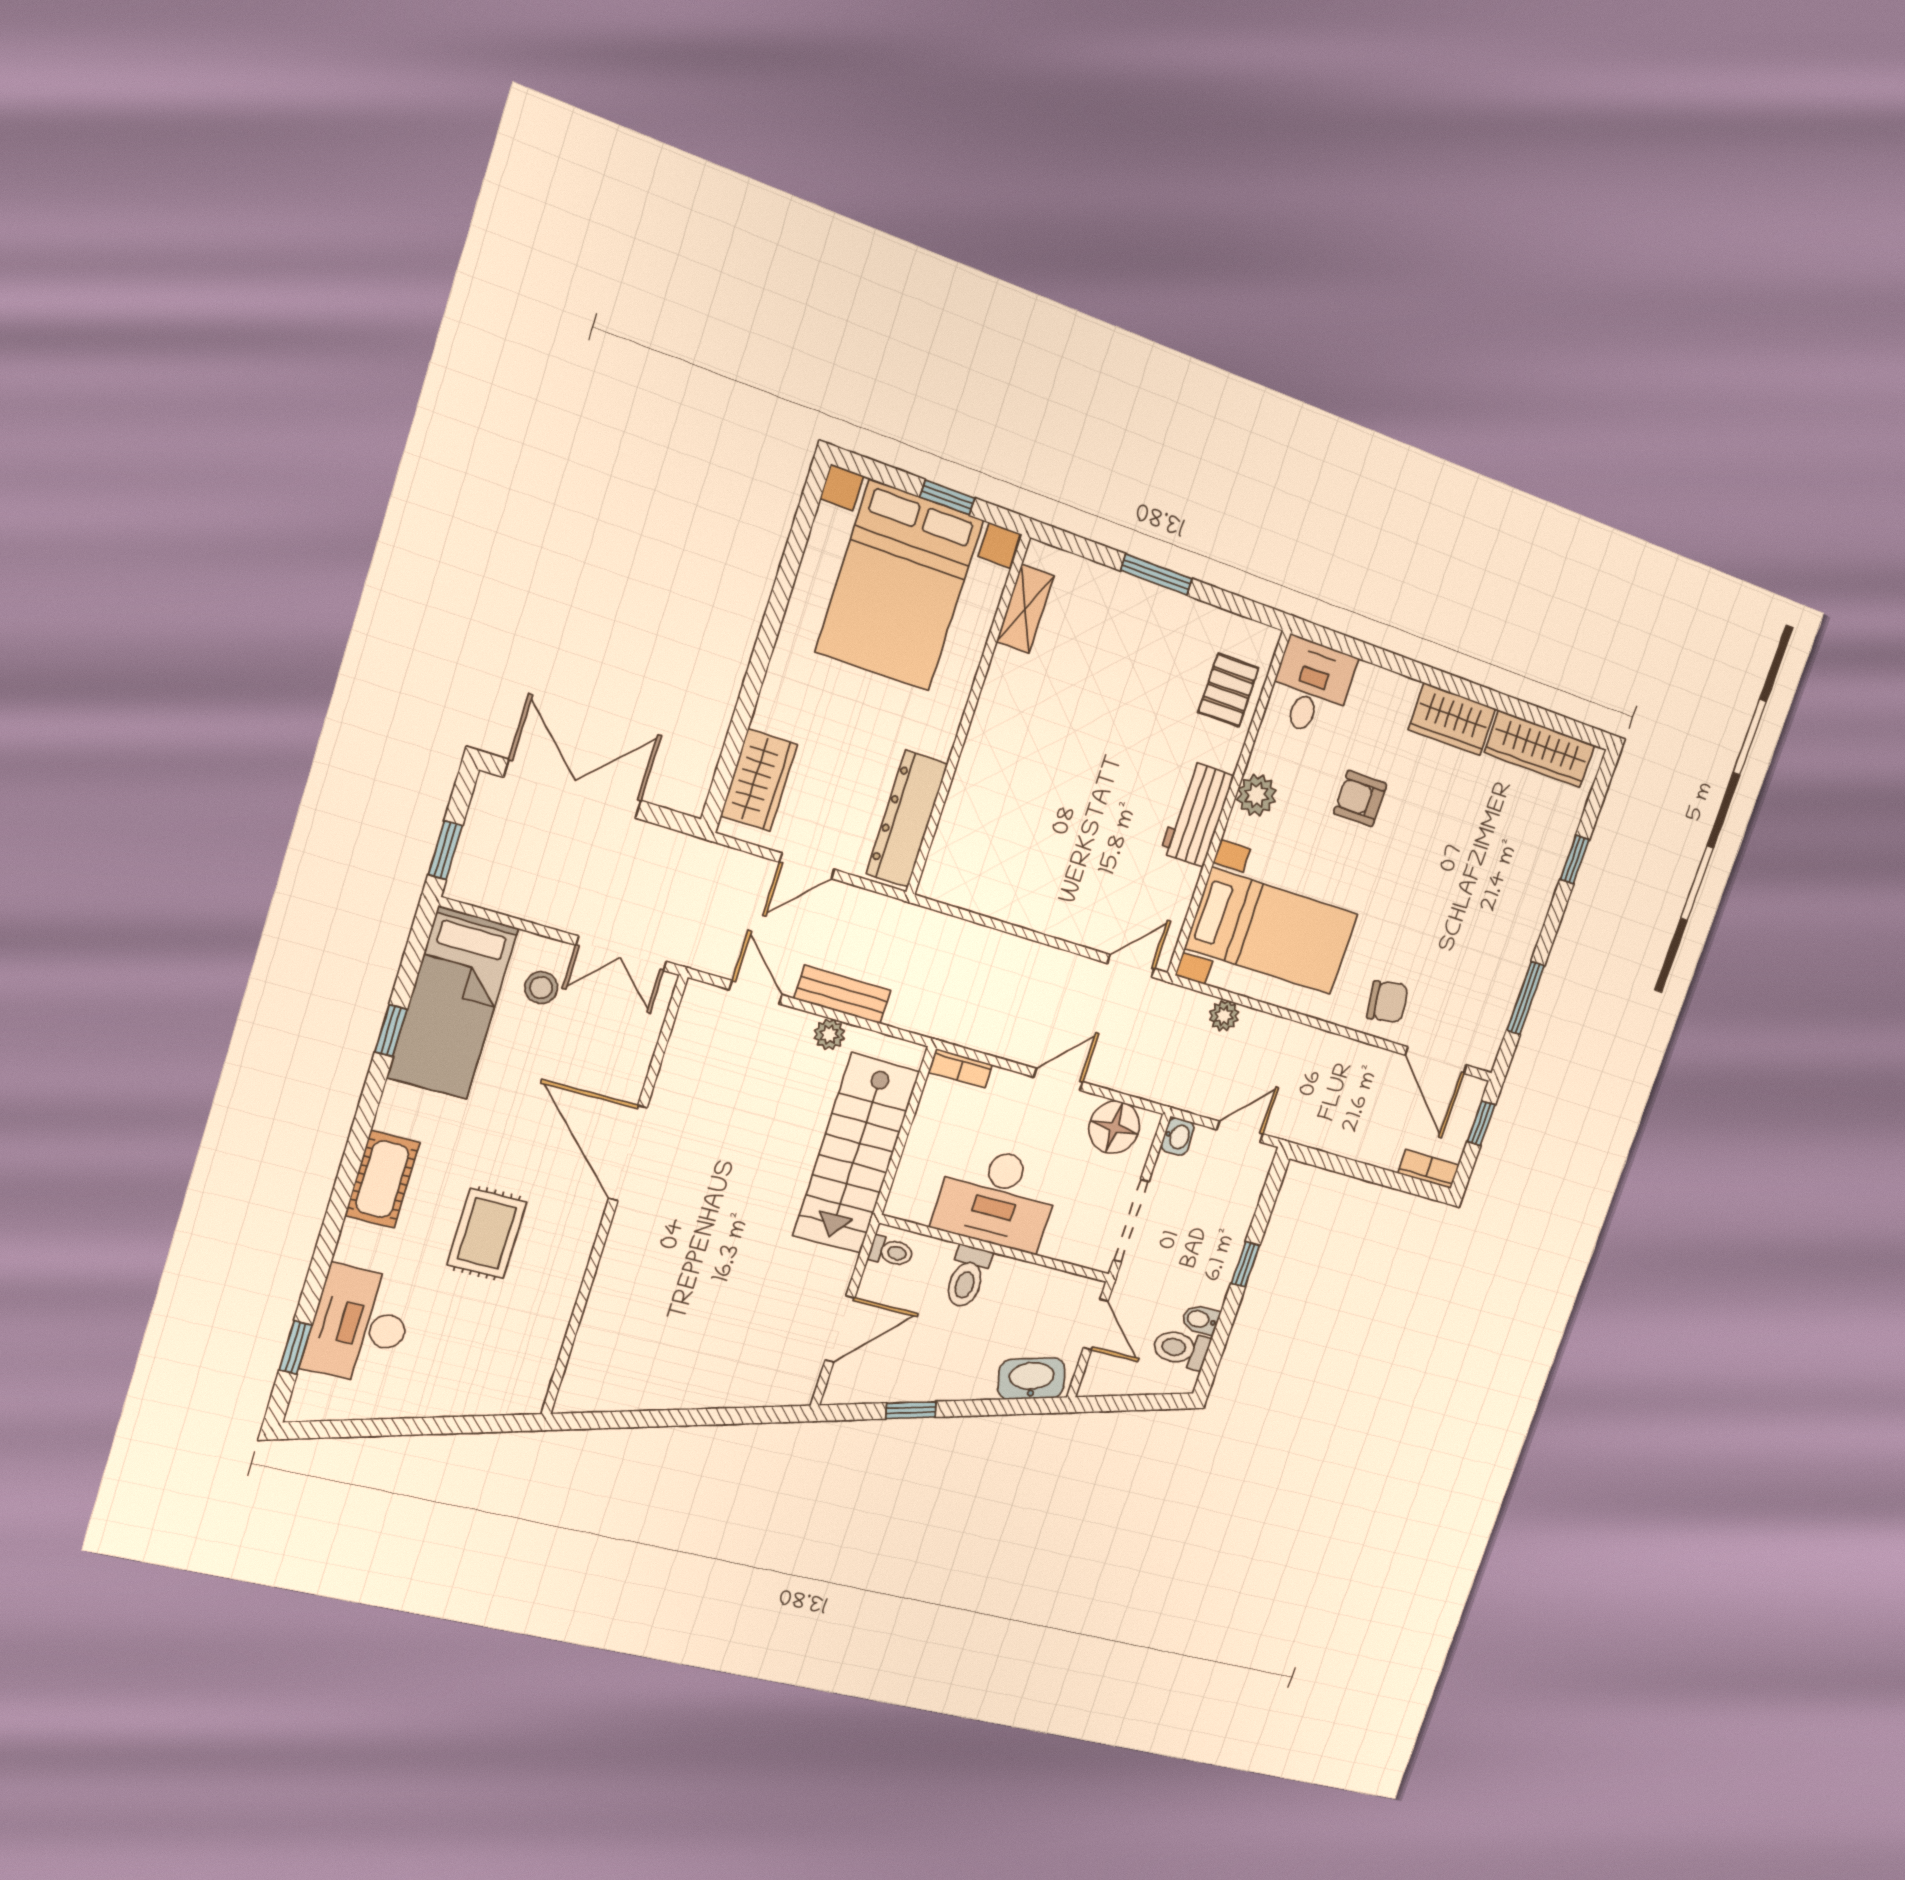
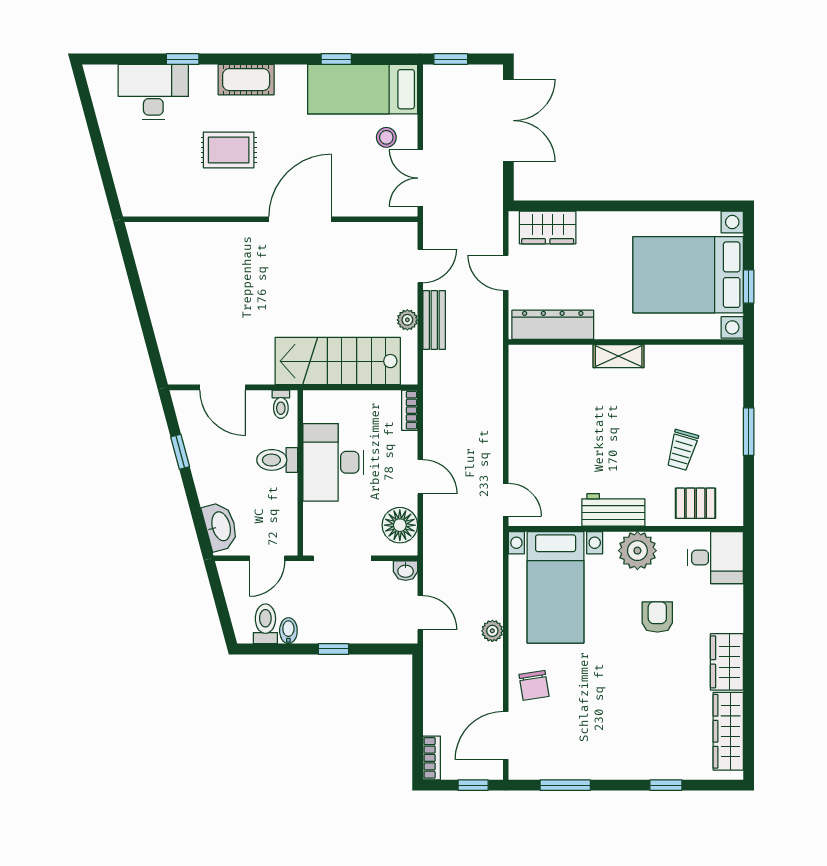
shelving: (1025, 609) -> (619, 356), moved
trolley: (1149, 684) -> (682, 450), added
plant: (1257, 795) -> (637, 551), width x1.36, depth x1.36
plant: (1224, 1016) -> (492, 631), moved
window: (296, 1347) -> (183, 59), moved

